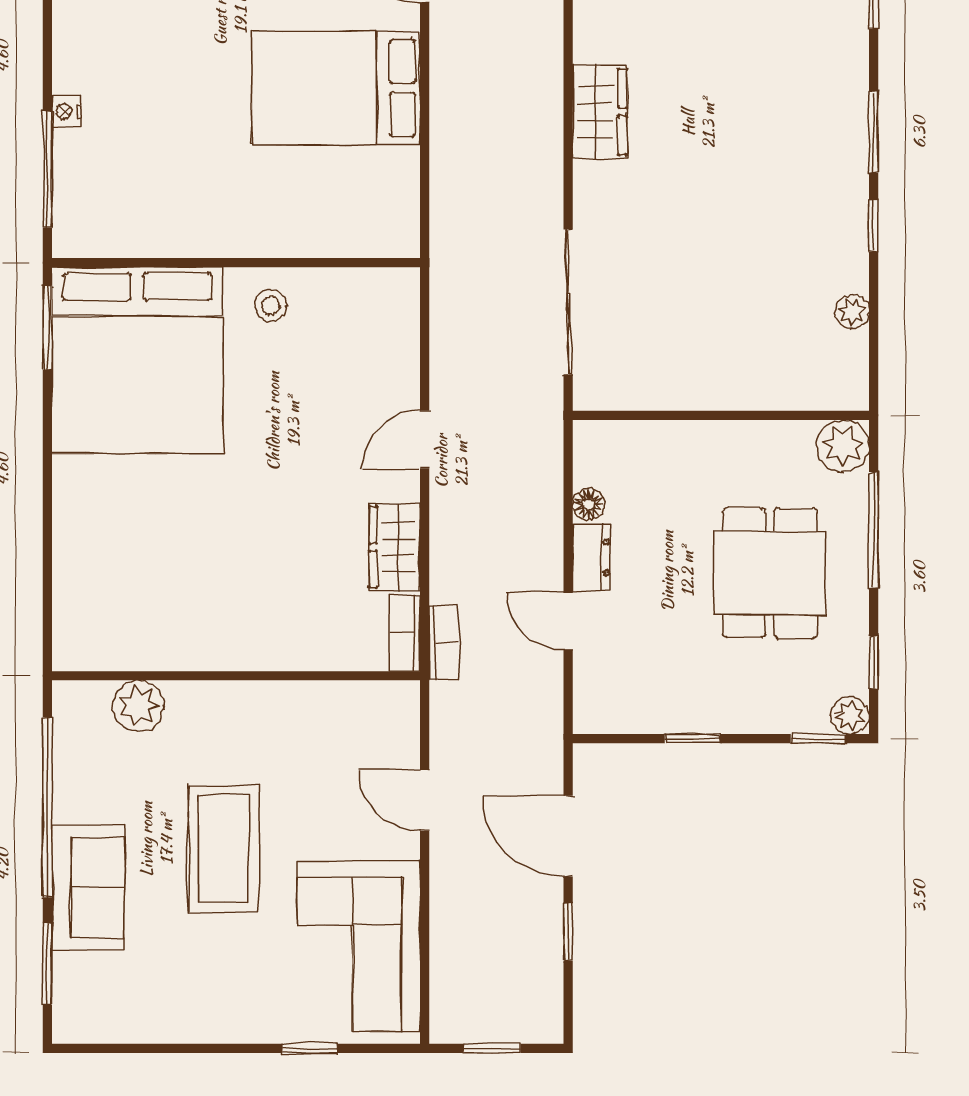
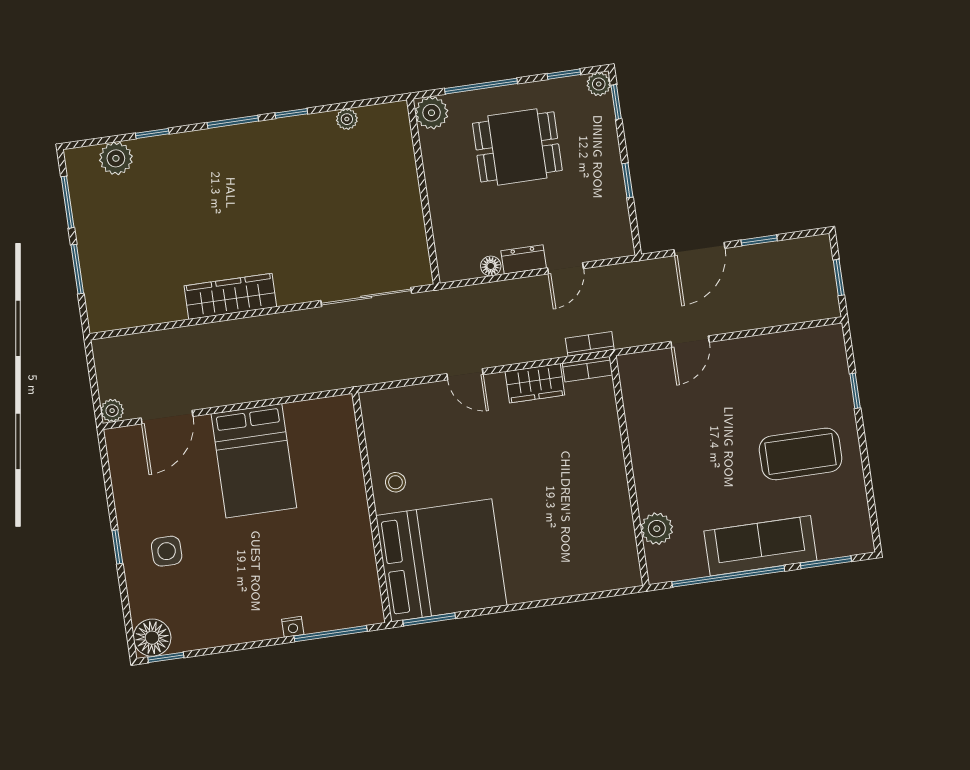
wardrobe: (600, 112) -> (230, 296), width x1.50
coffee table: (224, 849) -> (801, 454), moved
sofa: (88, 887) -> (760, 546), width x1.36
corner sofa: (359, 946) -> (786, 370), removed

